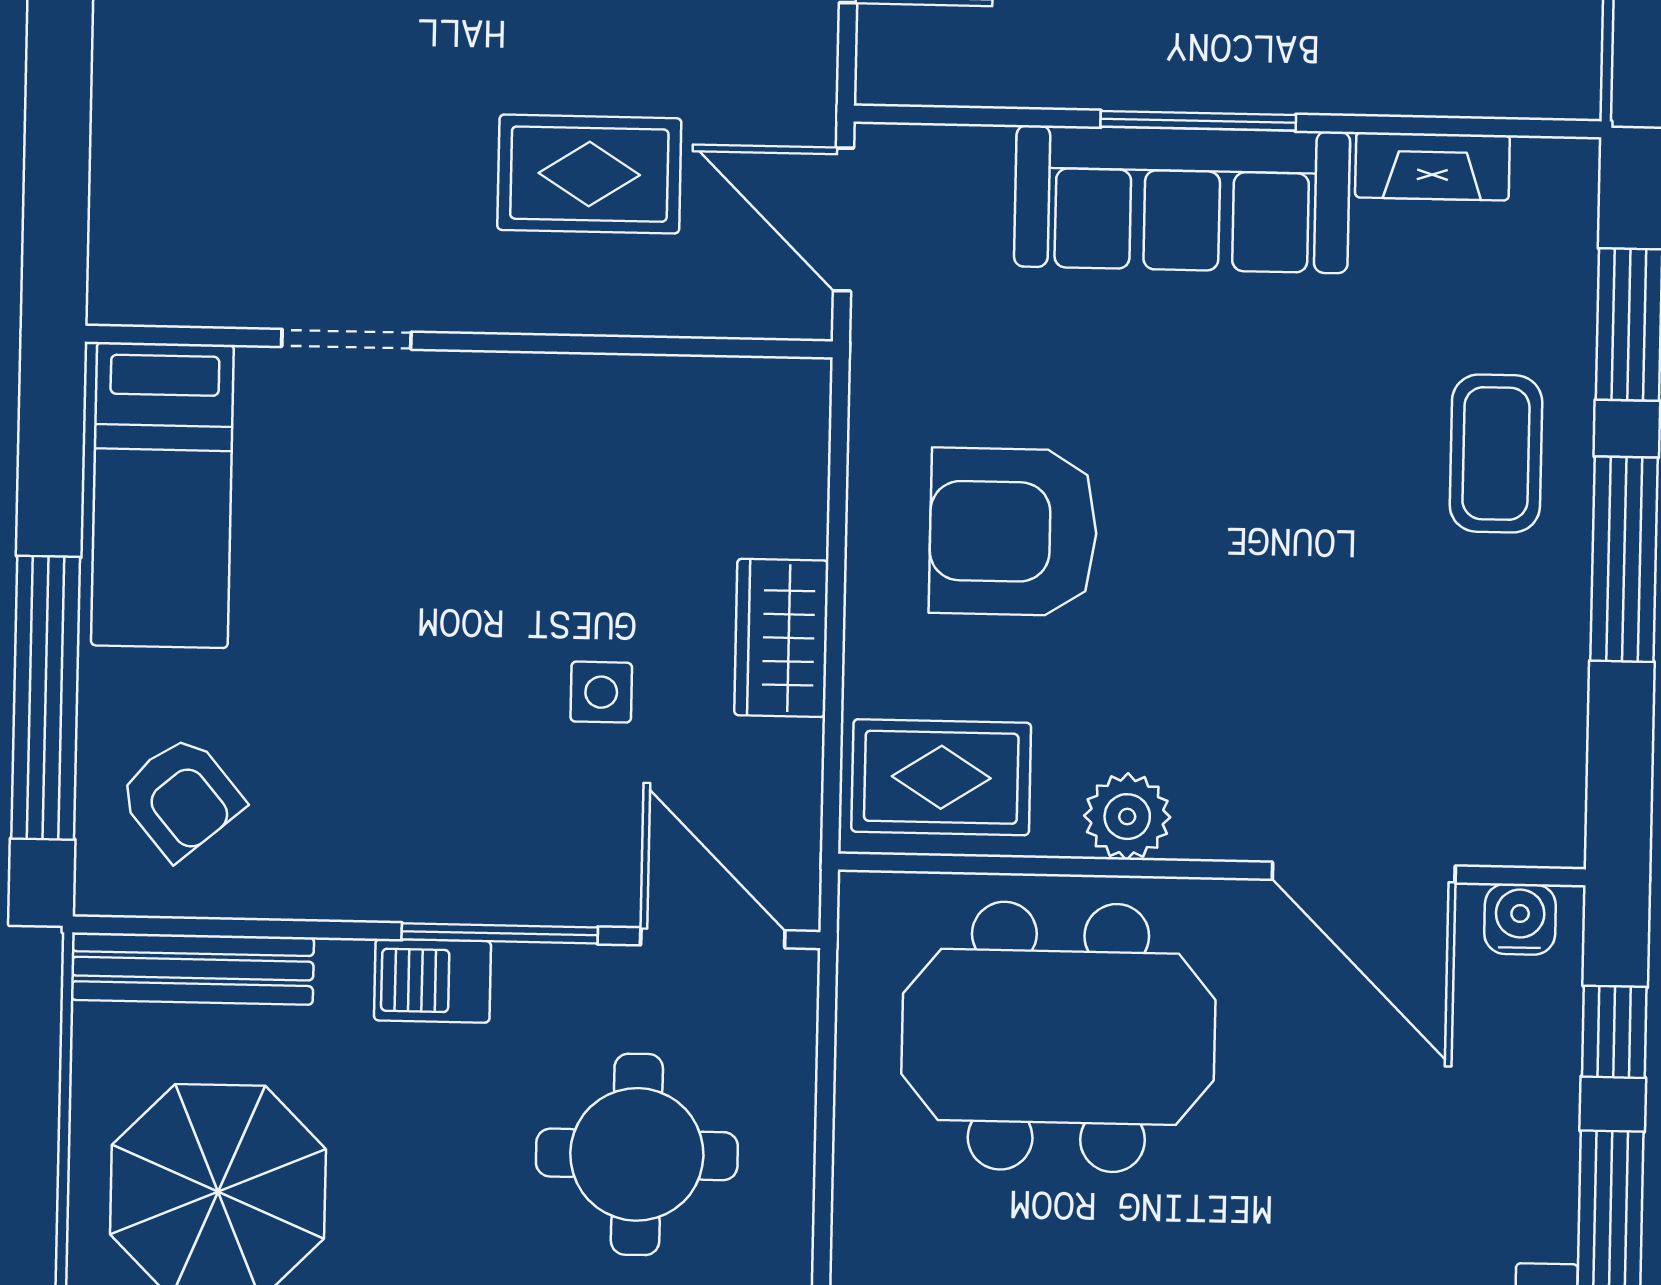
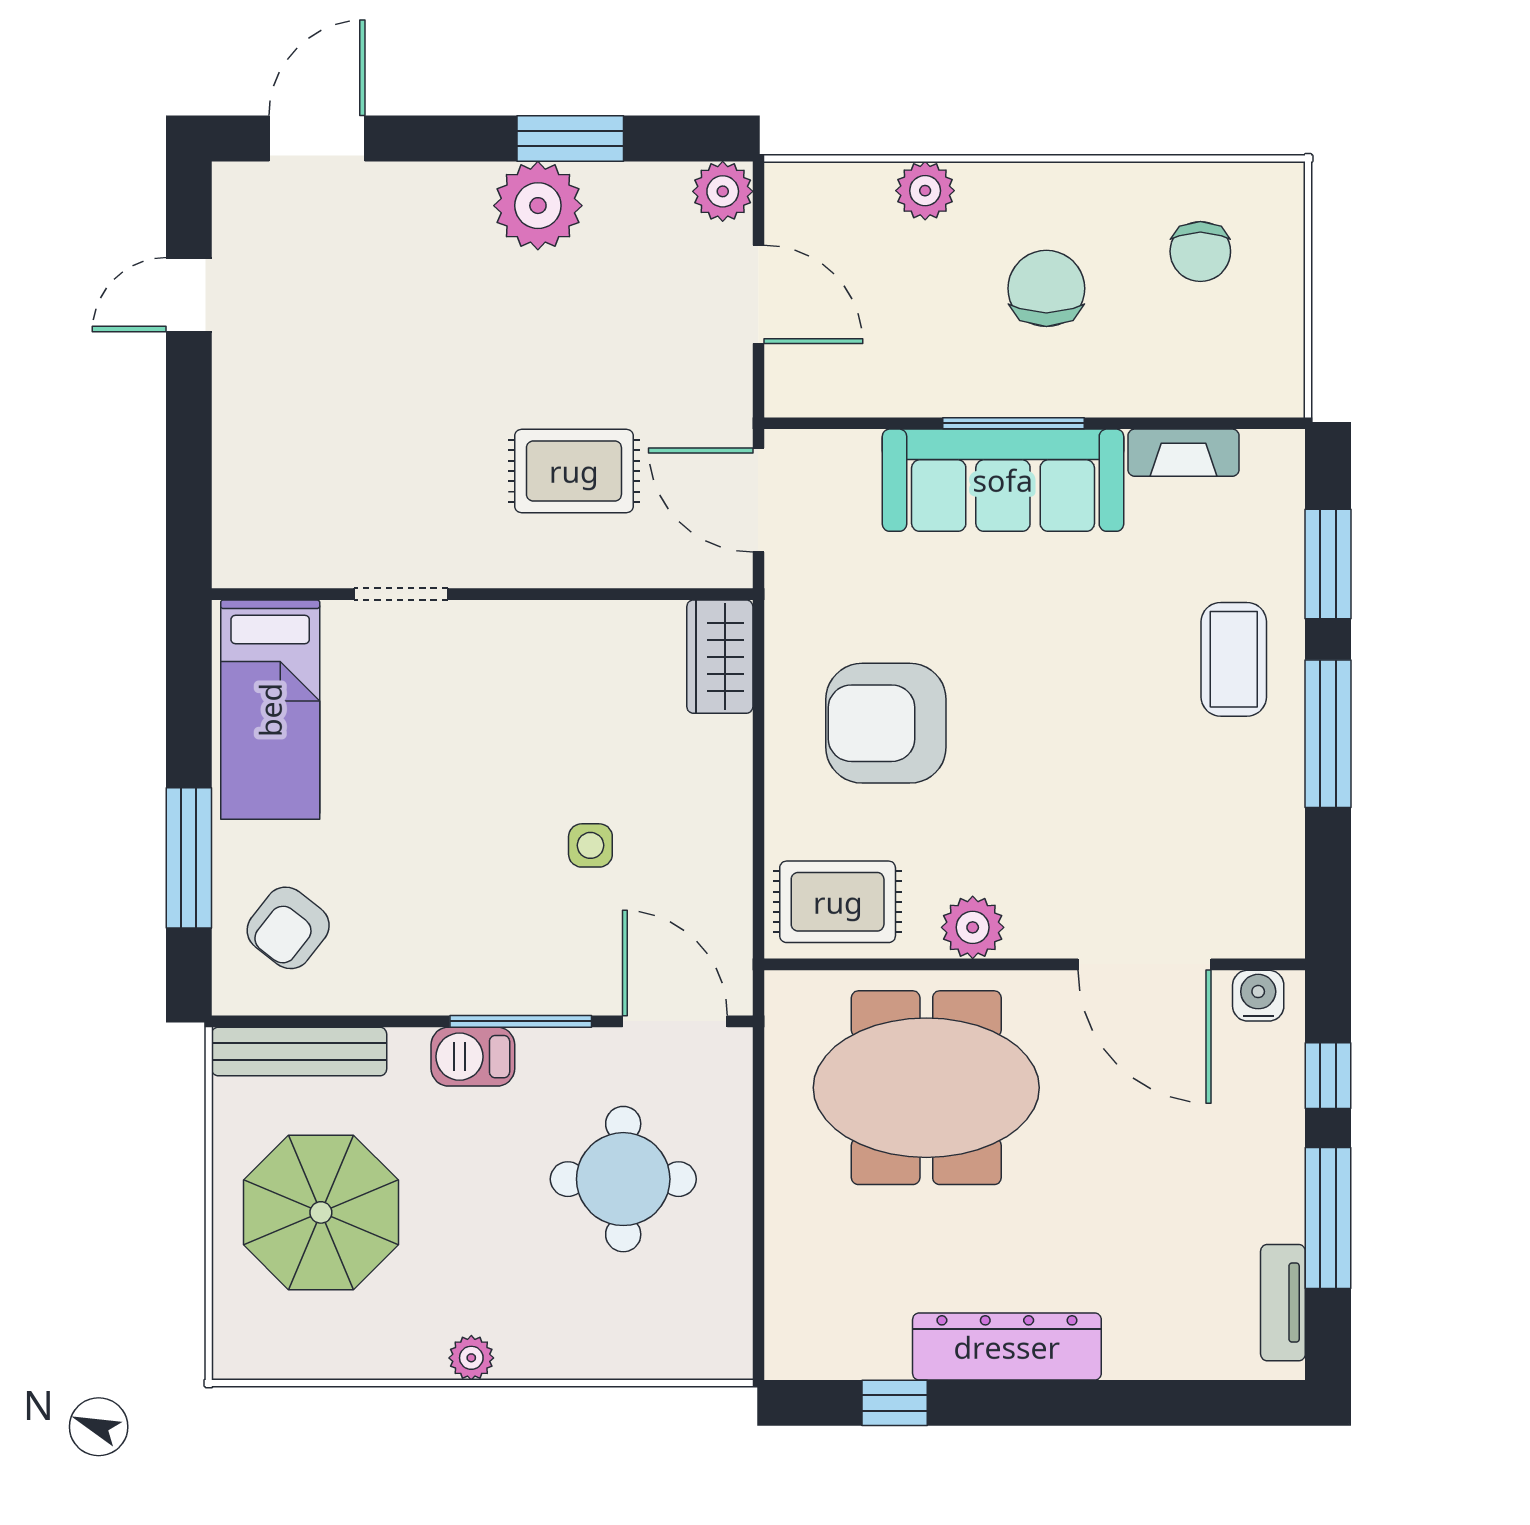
wardrobe: (781, 638) -> (720, 657), moved
window: (46, 698) -> (189, 858), width x0.68
armchair: (181, 797) -> (288, 928), turned 78

